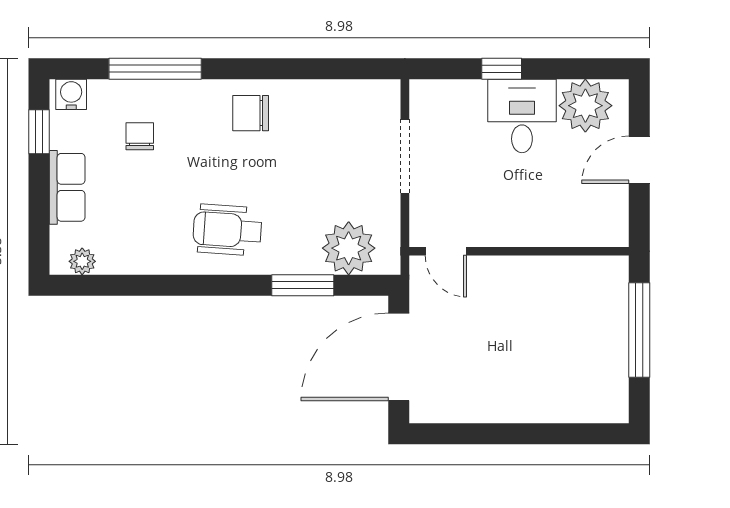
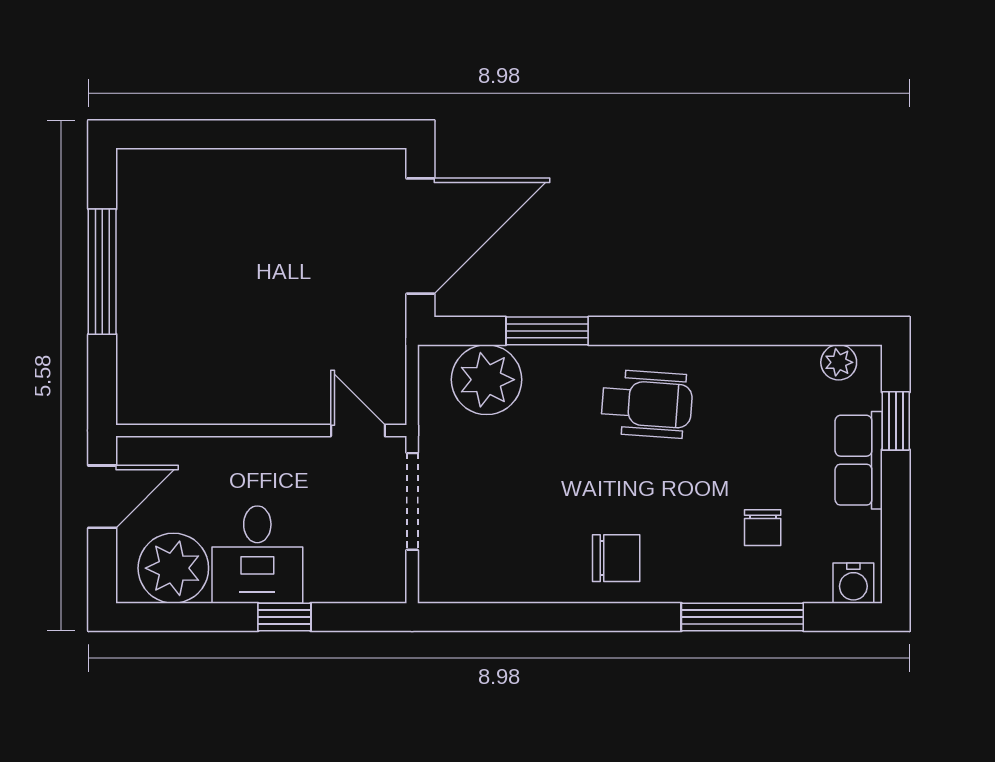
window: (39, 132) -> (896, 421), moved
door: (446, 251) -> (358, 430), moved
wall: (519, 251) -> (261, 430), moved

